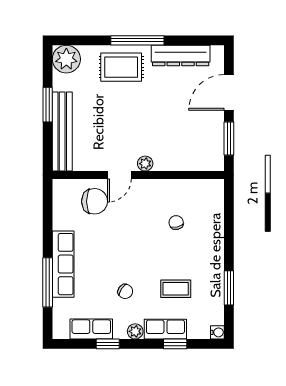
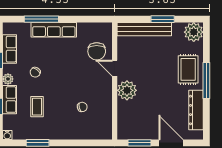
plant: (145, 164) -> (127, 90), width x1.88, depth x1.88

